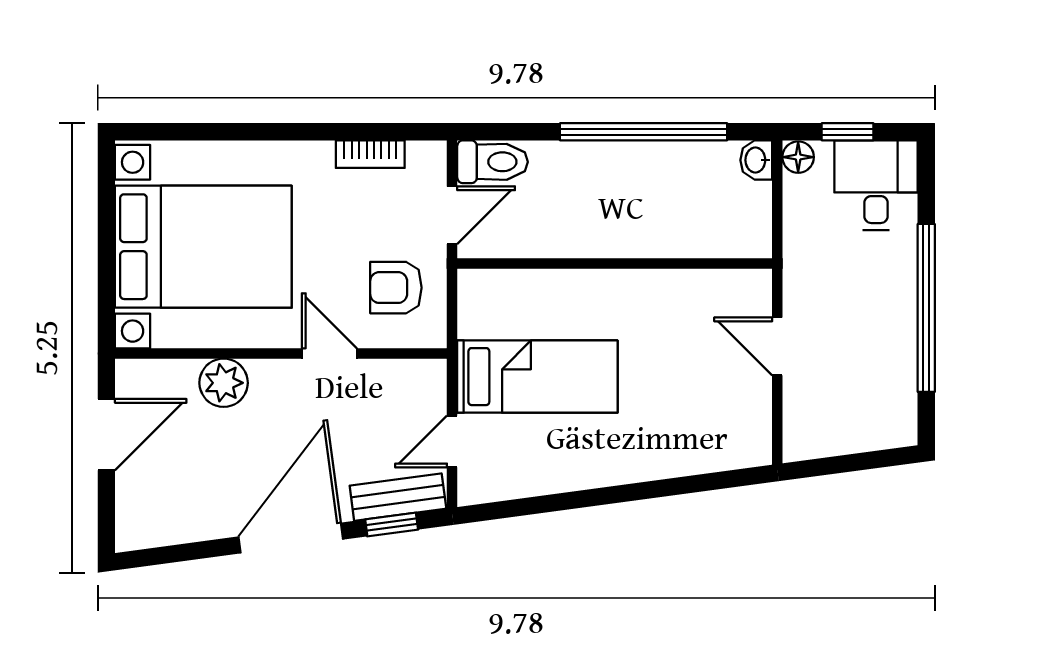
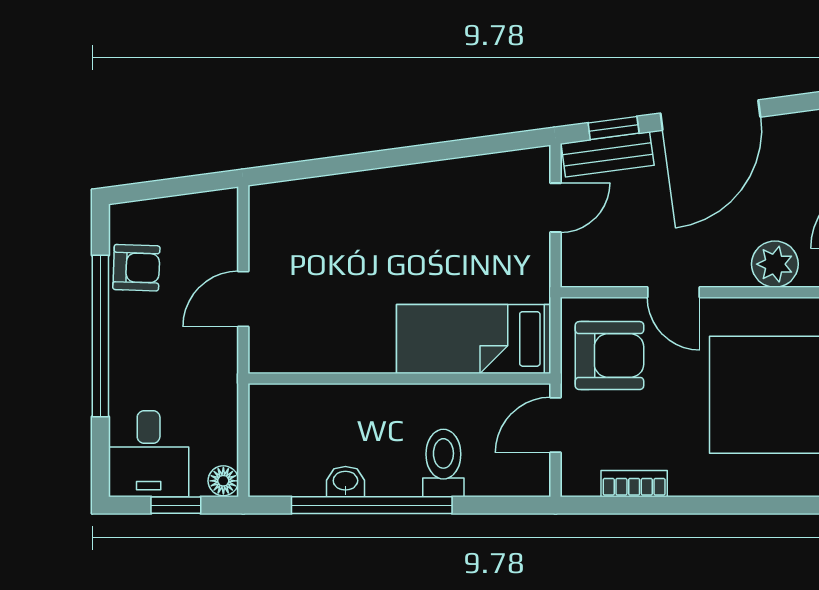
washbasin: (756, 160) -> (345, 482), moved, turned -90
toilet: (493, 162) -> (443, 463), moved, turned 90
armchair: (396, 288) -> (609, 356), width x1.38, depth x1.38
door: (777, 346) -> (243, 299), swing flipped
bed: (537, 377) -> (474, 339), moved
armchair: (889, 379) -> (136, 268), added

